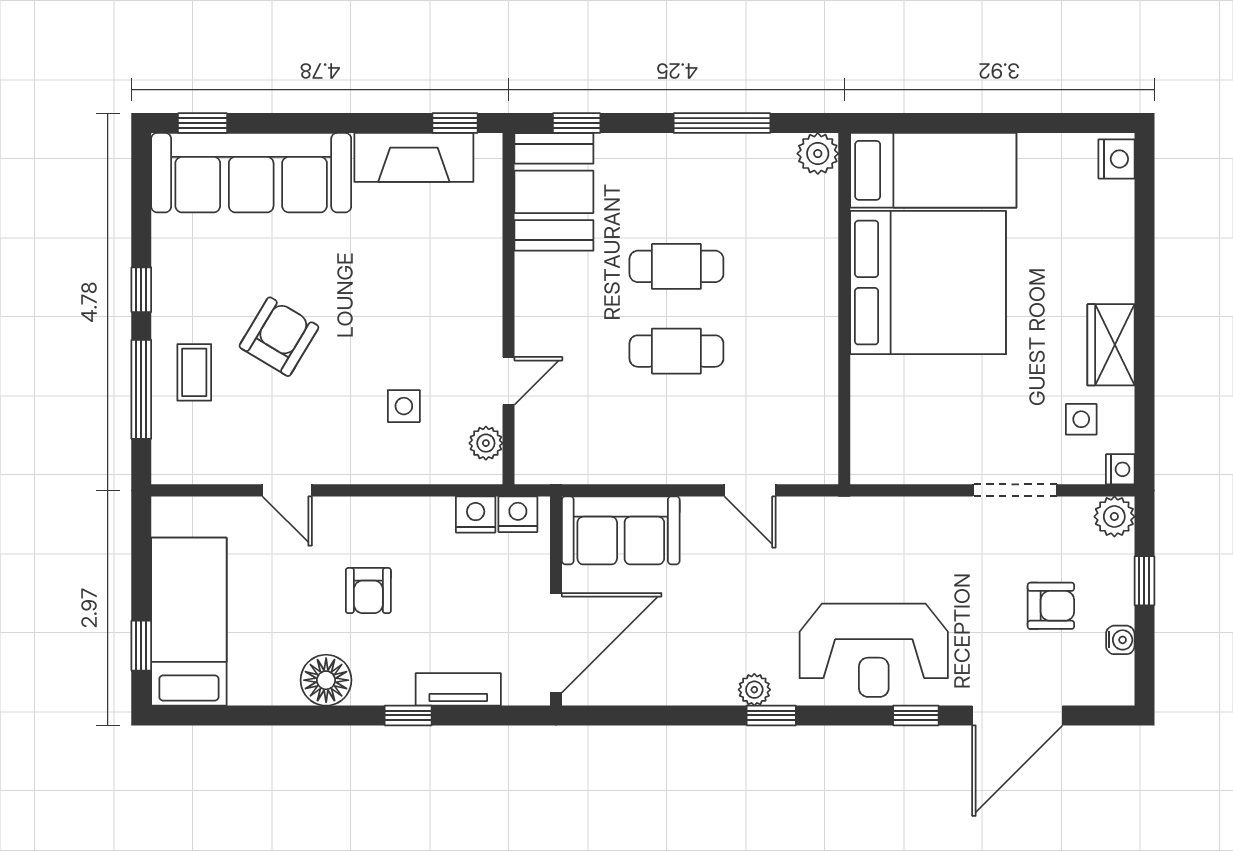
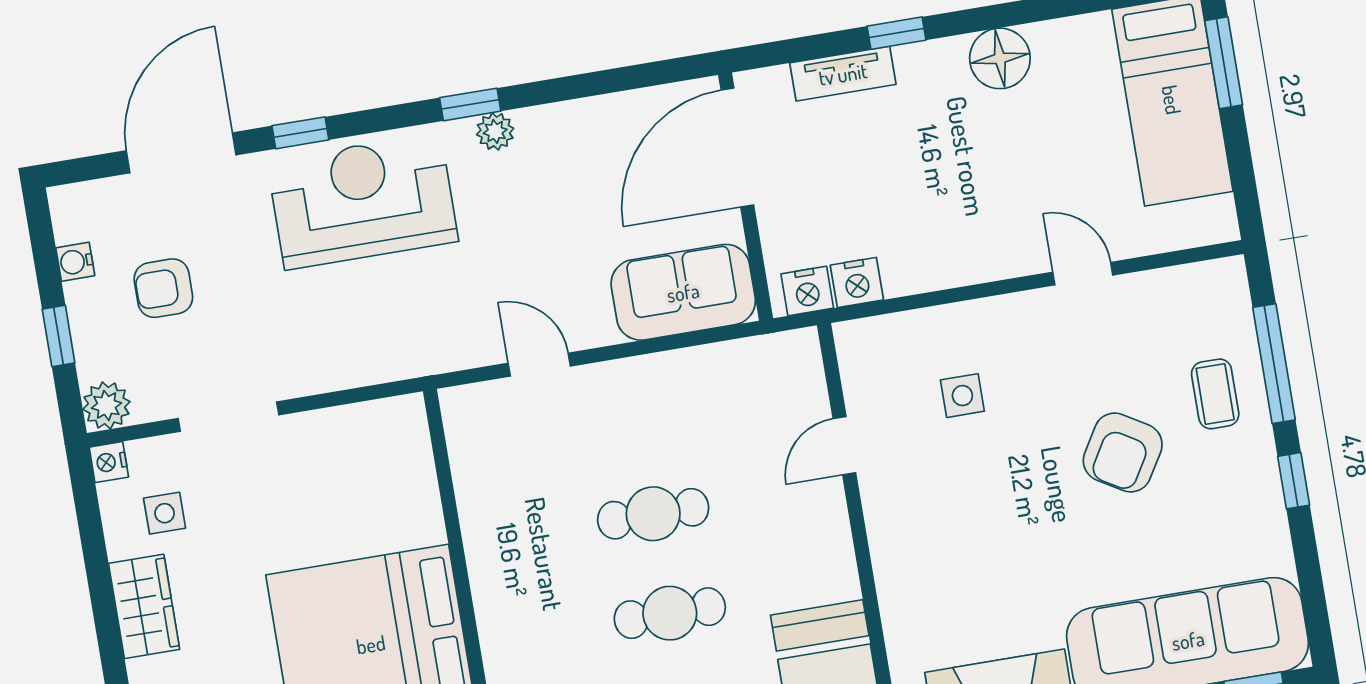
plant: (486, 443) -> (859, 368), removed
armchair: (368, 591) -> (968, 172), removed
window: (141, 646) -> (1224, 63), width x1.50

